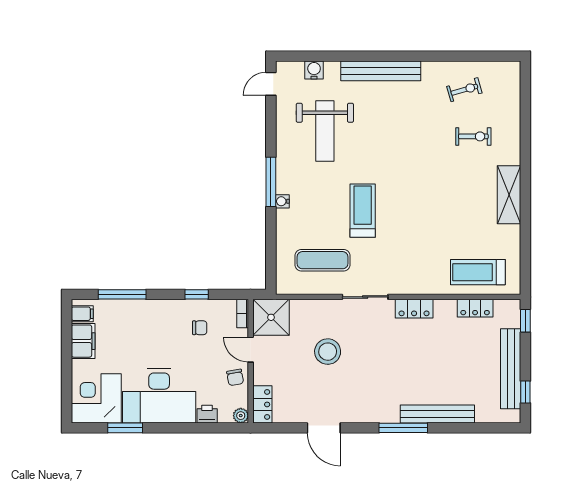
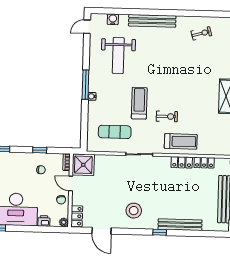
exercise bike: (473, 136) -> (167, 116), moved
treadmill: (478, 272) -> (181, 141), moved, turned 180
locker: (414, 309) -> (182, 162), moved
stool: (328, 352) -> (134, 211), moved
door: (324, 428) -> (102, 231), moved
window: (403, 428) -> (160, 232), width x0.46

